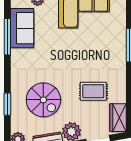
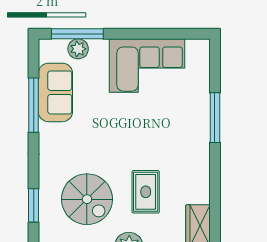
rug: (93, 91) -> (146, 192), moved, turned 90

